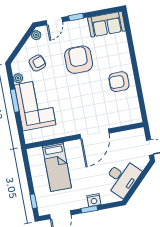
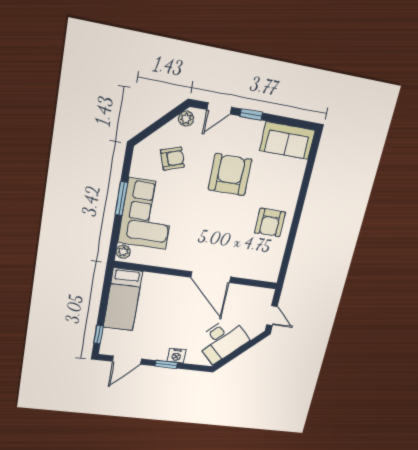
plant: (18, 78) -> (123, 252), moved
armchair: (119, 82) -> (270, 223), turned -90
door: (94, 134) -> (211, 277), hinge flipped
bed: (57, 167) -> (123, 299), moved

